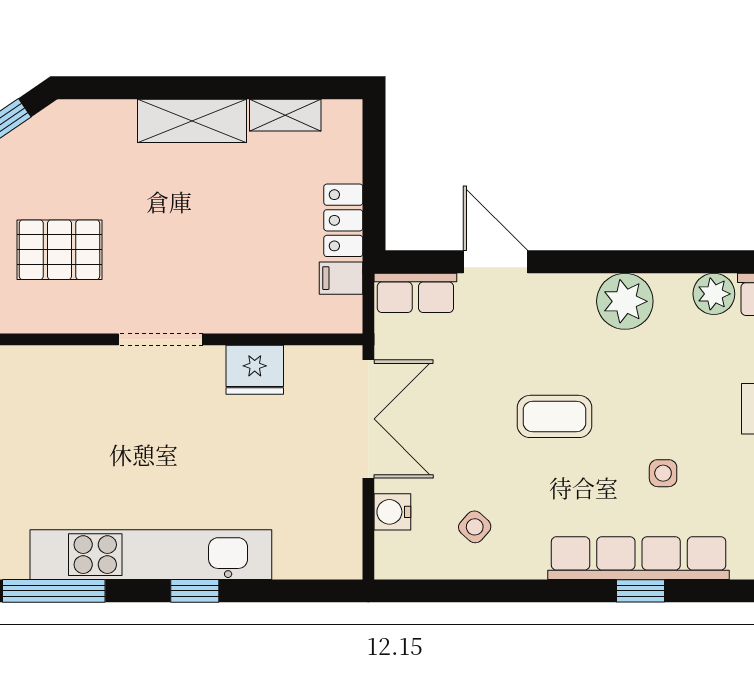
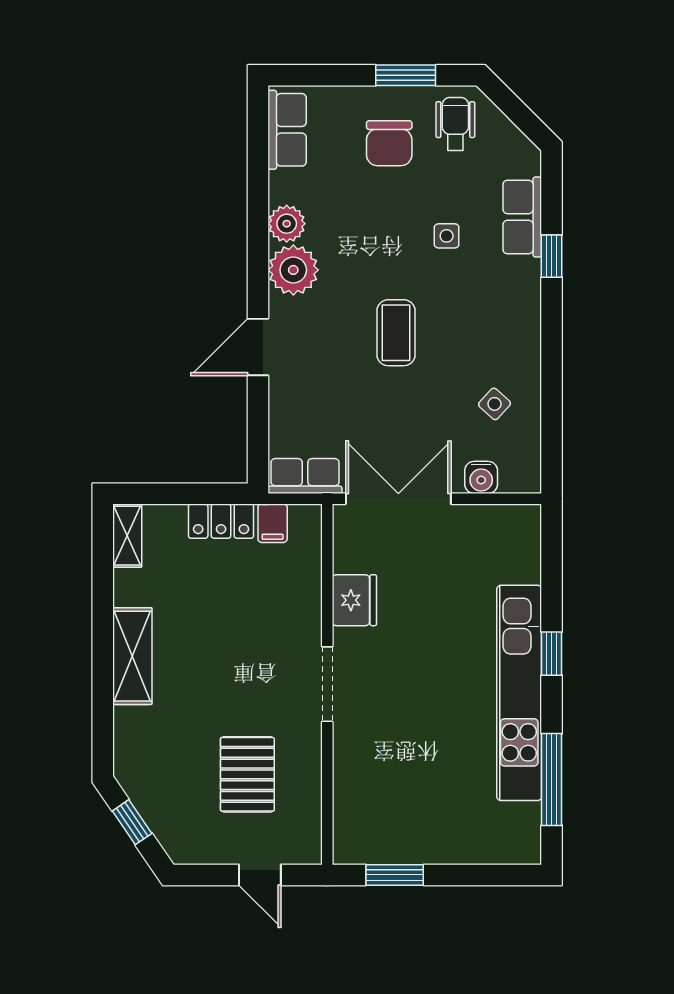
shelving: (285, 115) -> (127, 536), moved
door: (495, 262) -> (258, 347), moved
row of seats: (415, 293) -> (305, 476), moved, turned -90
plant: (714, 294) -> (287, 224), moved
row of seats: (639, 558) -> (522, 217), width x0.50

